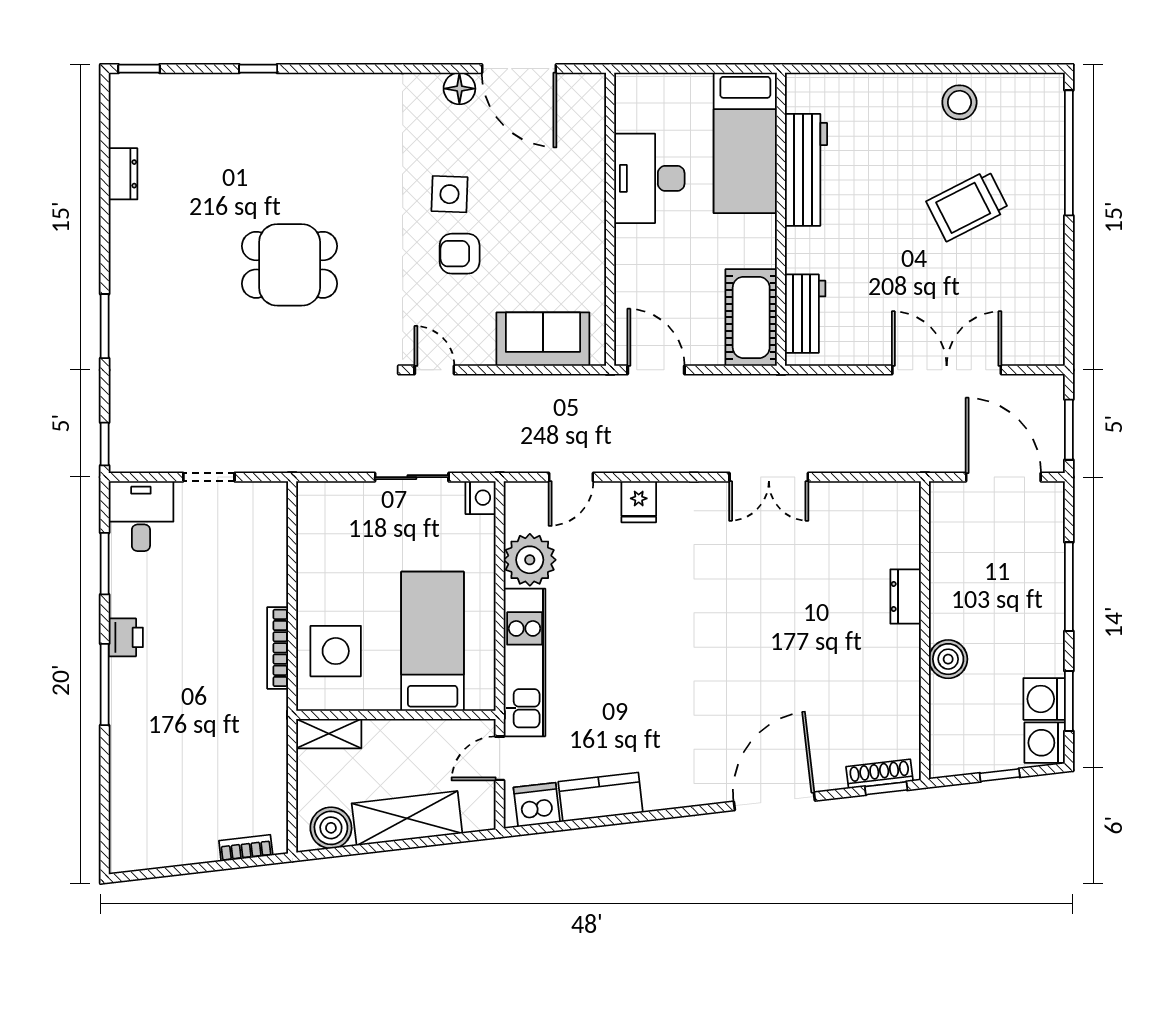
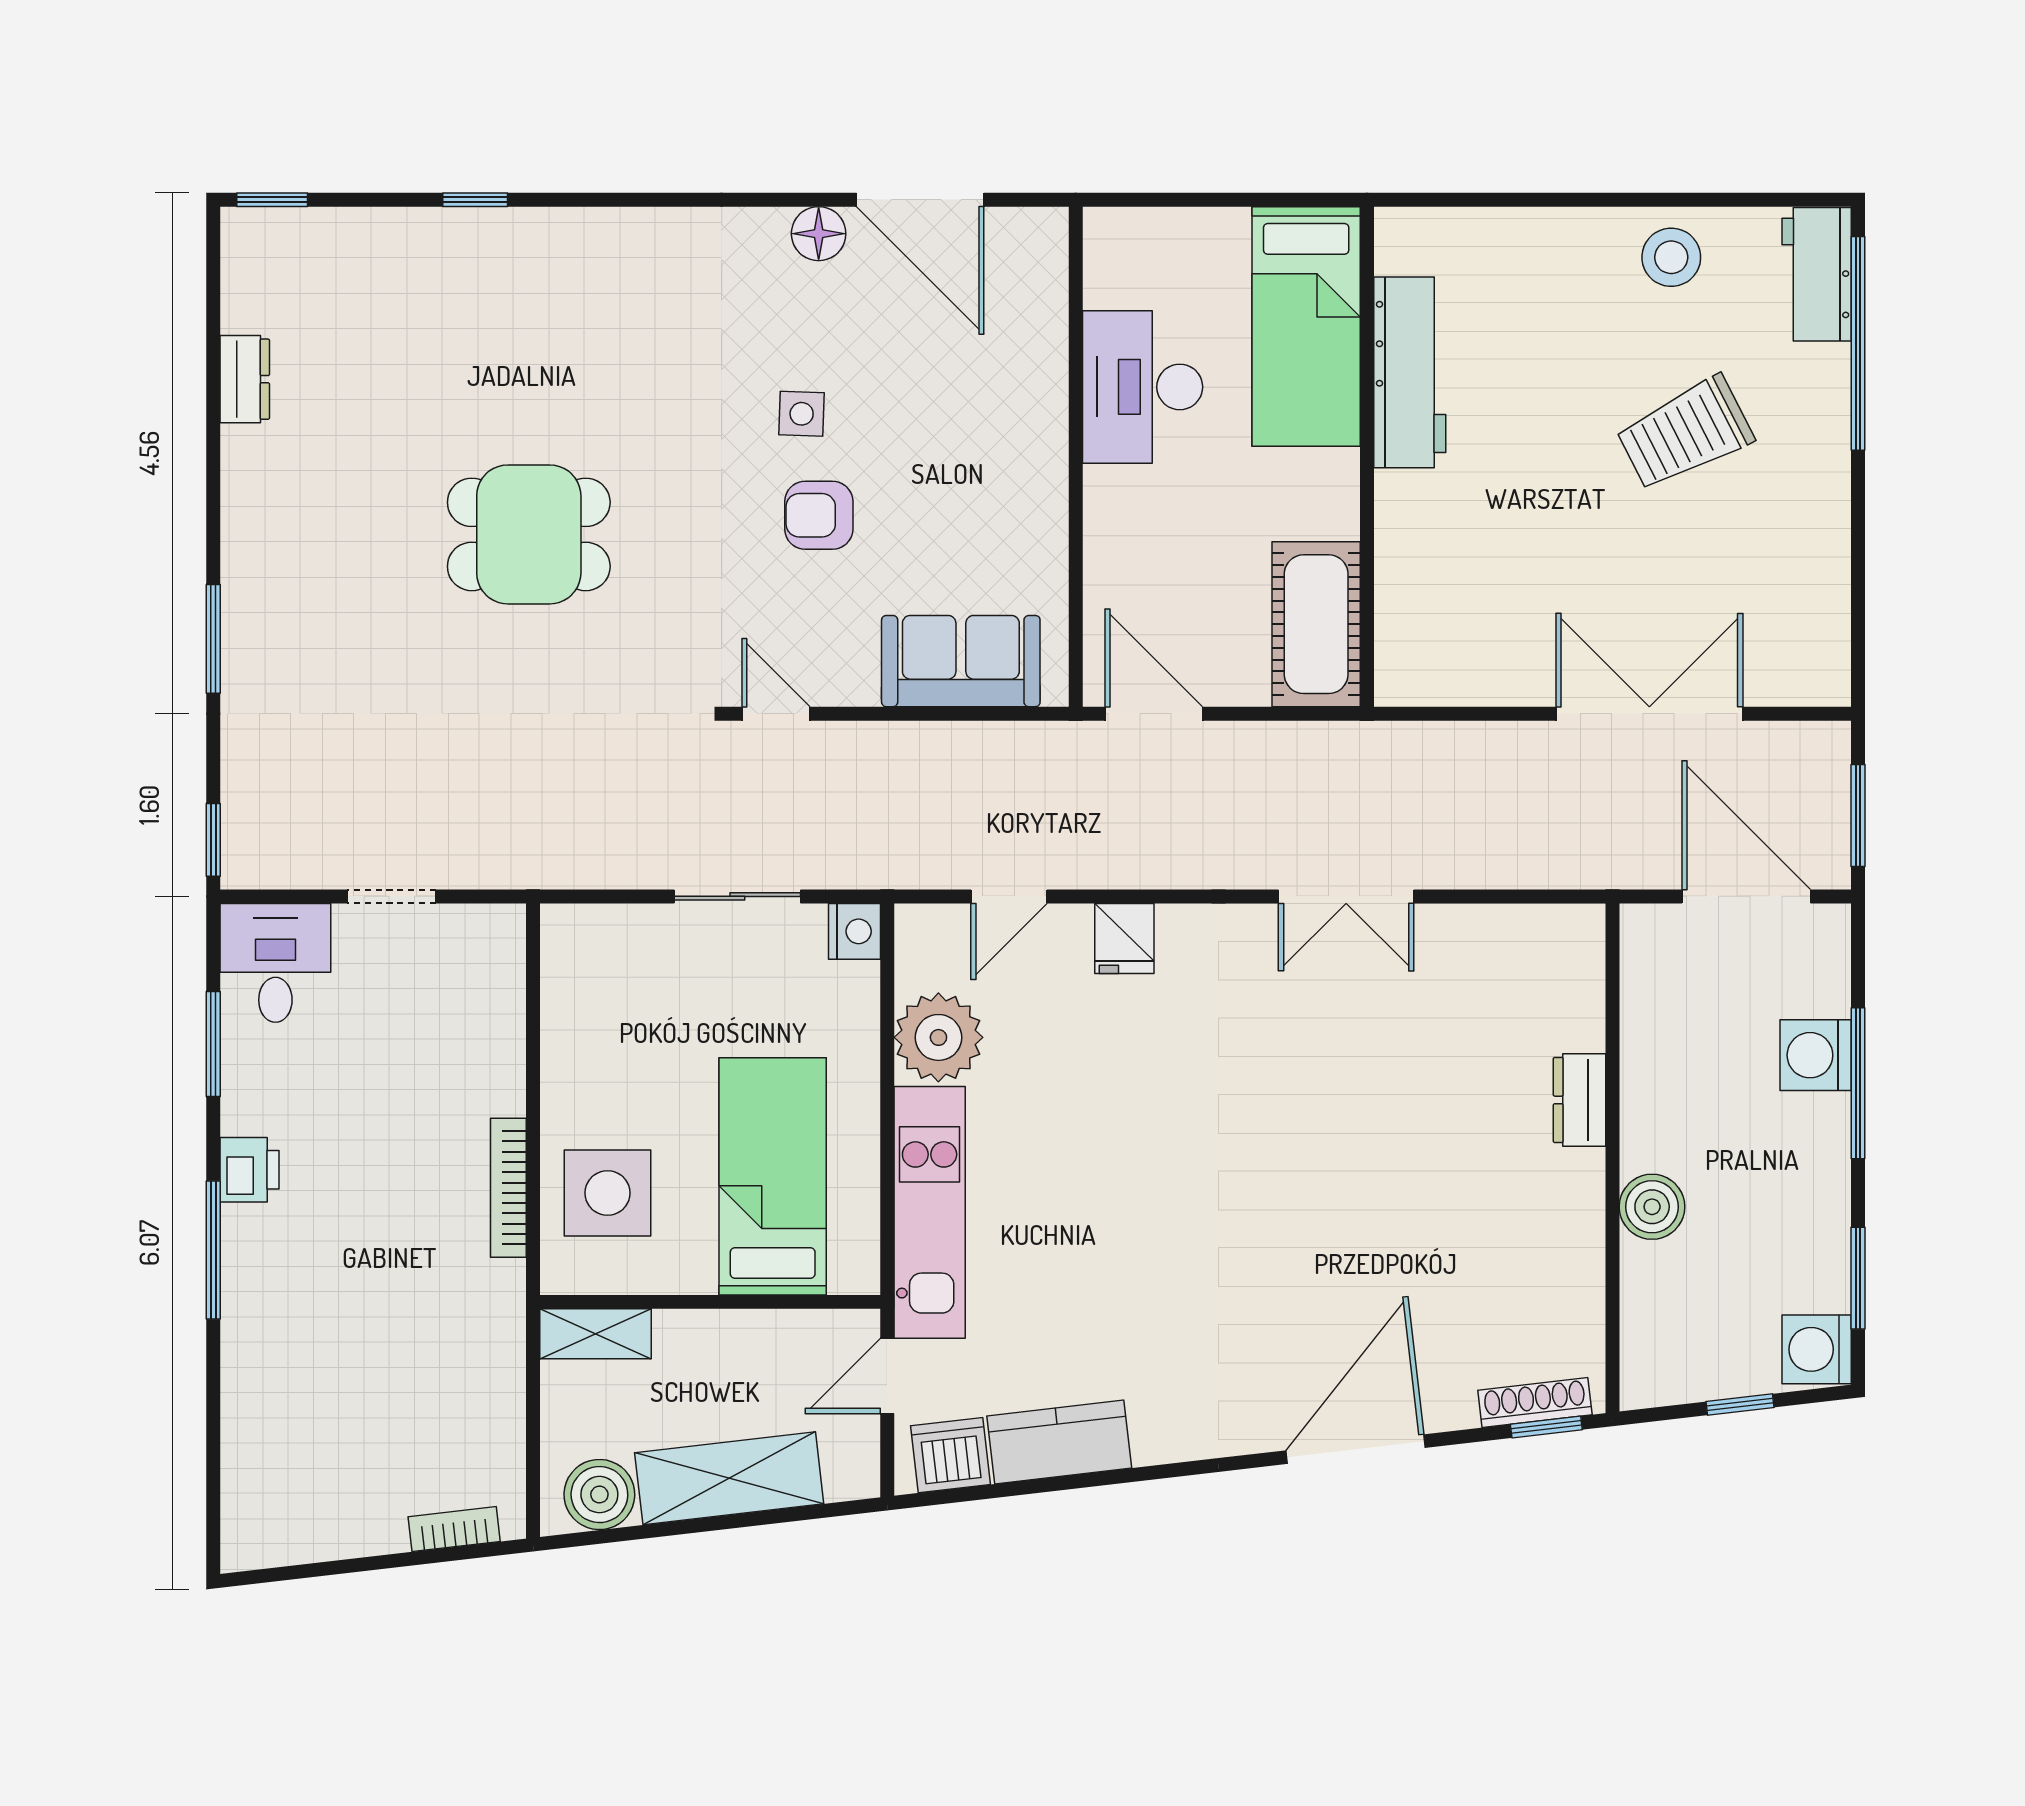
side table: (449, 194) -> (802, 414), width x0.73, depth x0.73
workbench: (805, 314) -> (1817, 274), moved, turned 180
washing machine: (1044, 699) -> (1816, 1055), moved

